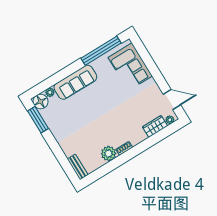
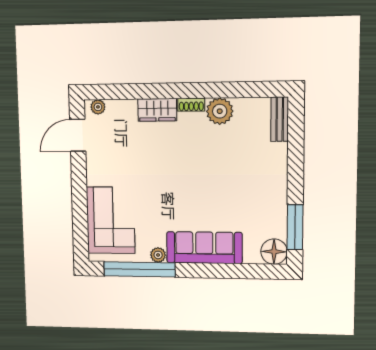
plant: (50, 92) -> (158, 255), moved
door: (172, 99) -> (78, 135), hinge flipped
wardrobe: (155, 126) -> (157, 110), moved

